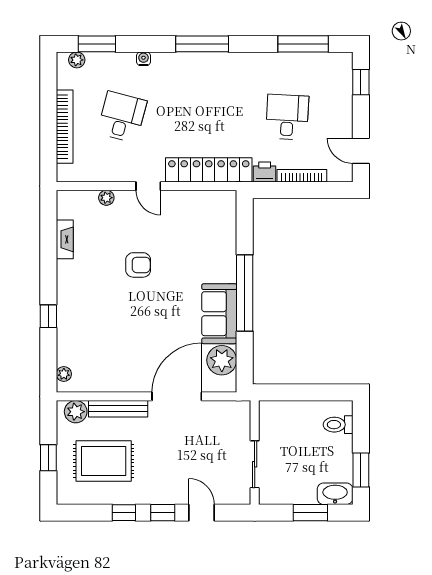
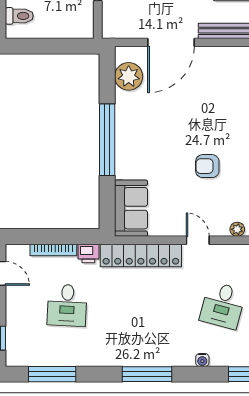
sofa: (219, 314) -> (131, 208), moved

